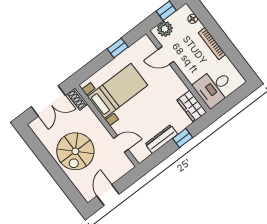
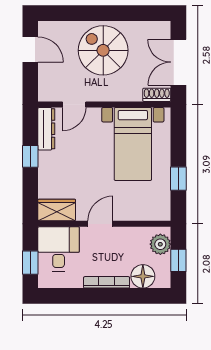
floor lamp: (193, 19) -> (143, 276), width x1.89, depth x1.89
door: (166, 55) -> (100, 224), moved
window: (235, 98) -> (30, 263), added
window: (183, 138) -> (30, 156), moved
dresser: (161, 139) -> (46, 129), moved

